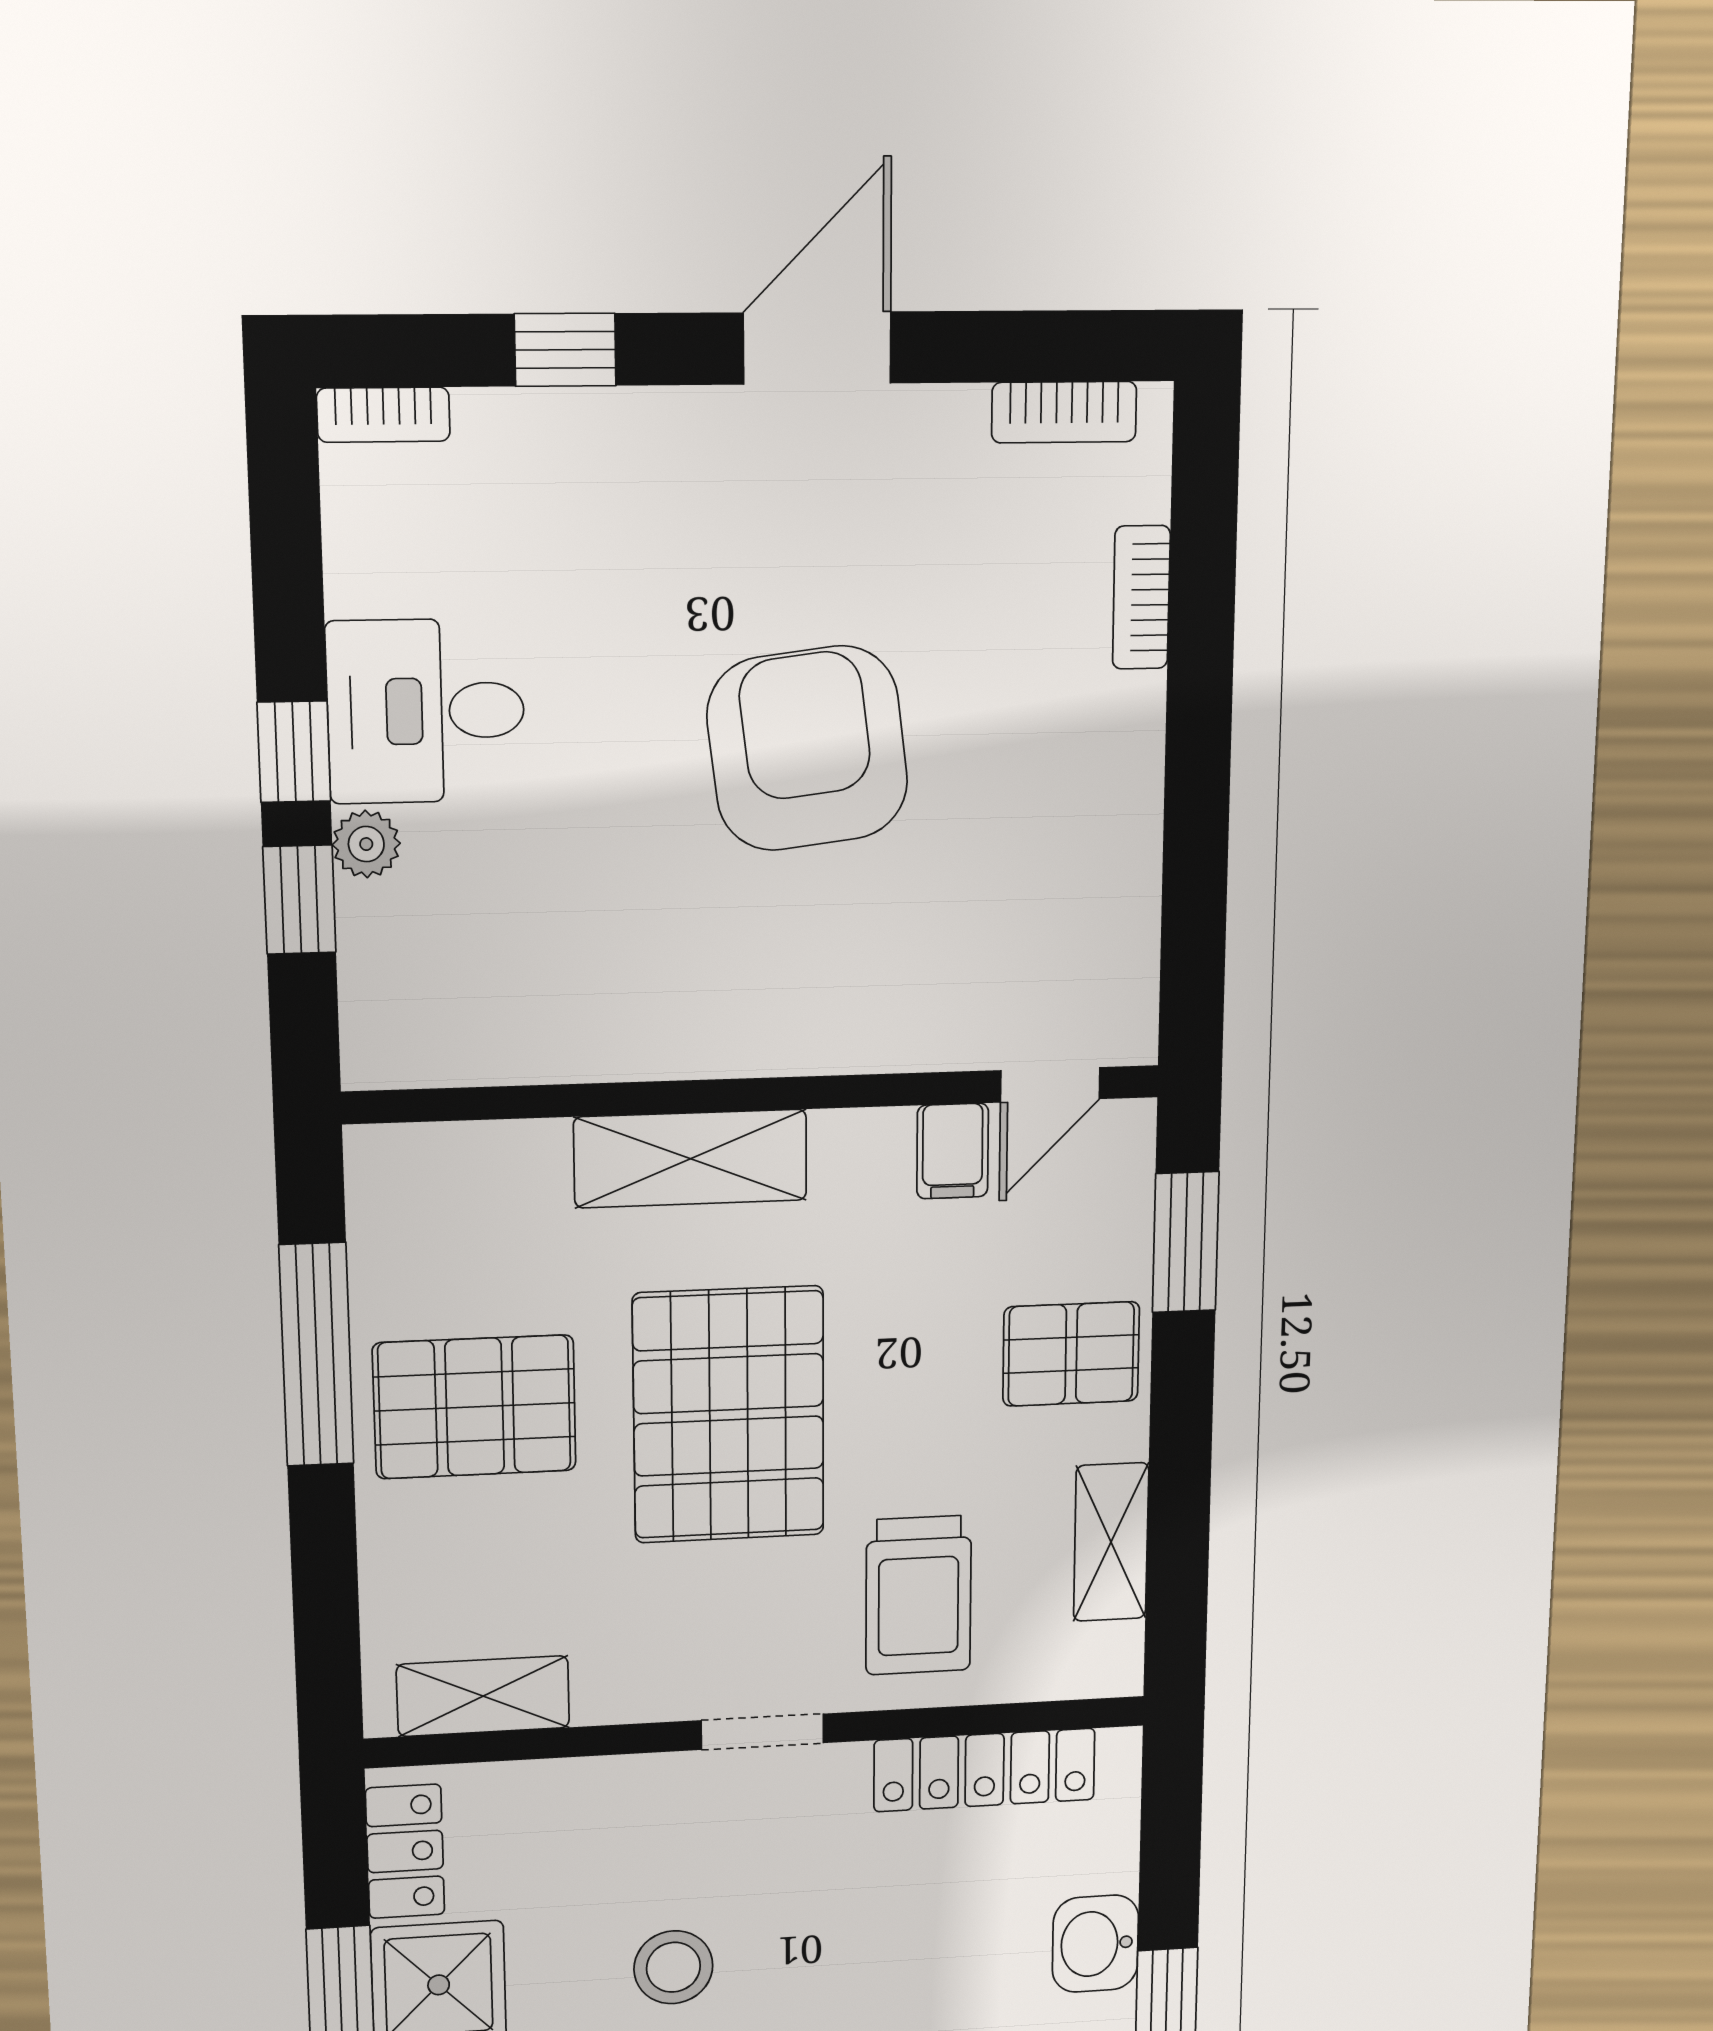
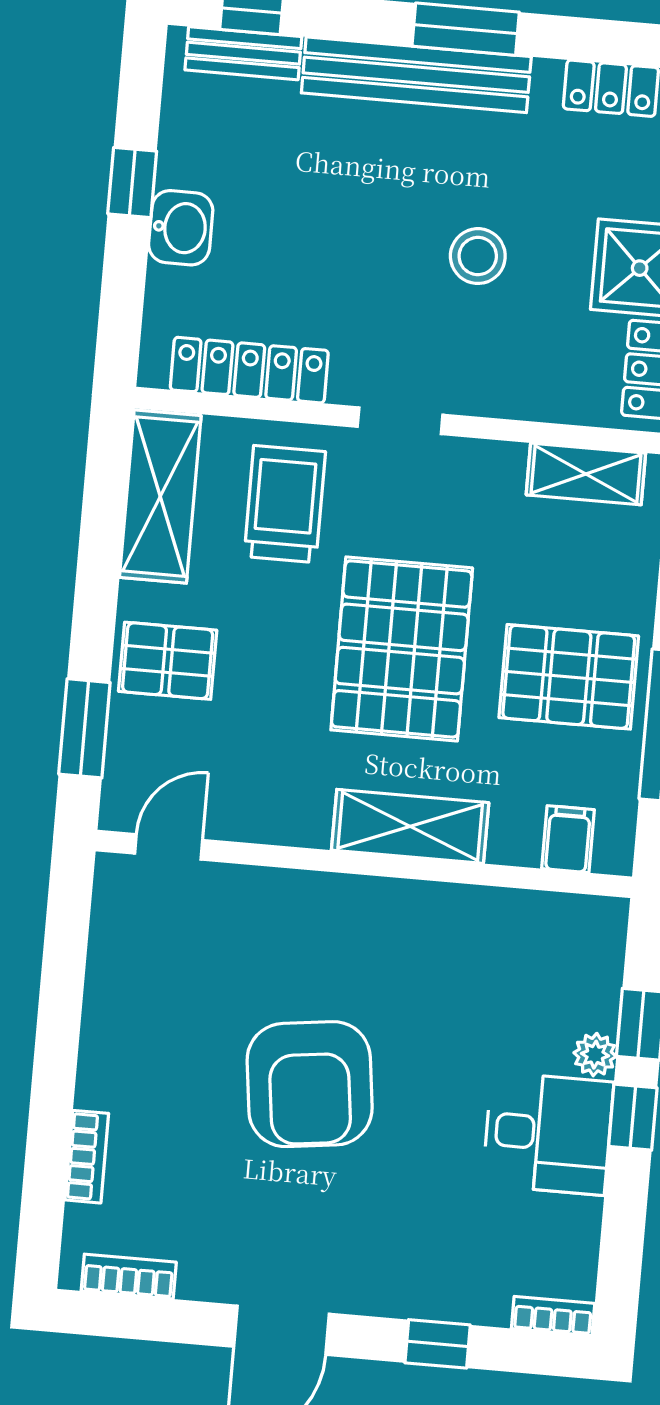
filing cabinet: (953, 1151) -> (568, 839), moved
shelving: (1111, 1542) -> (160, 497), width x1.50, depth x1.33

